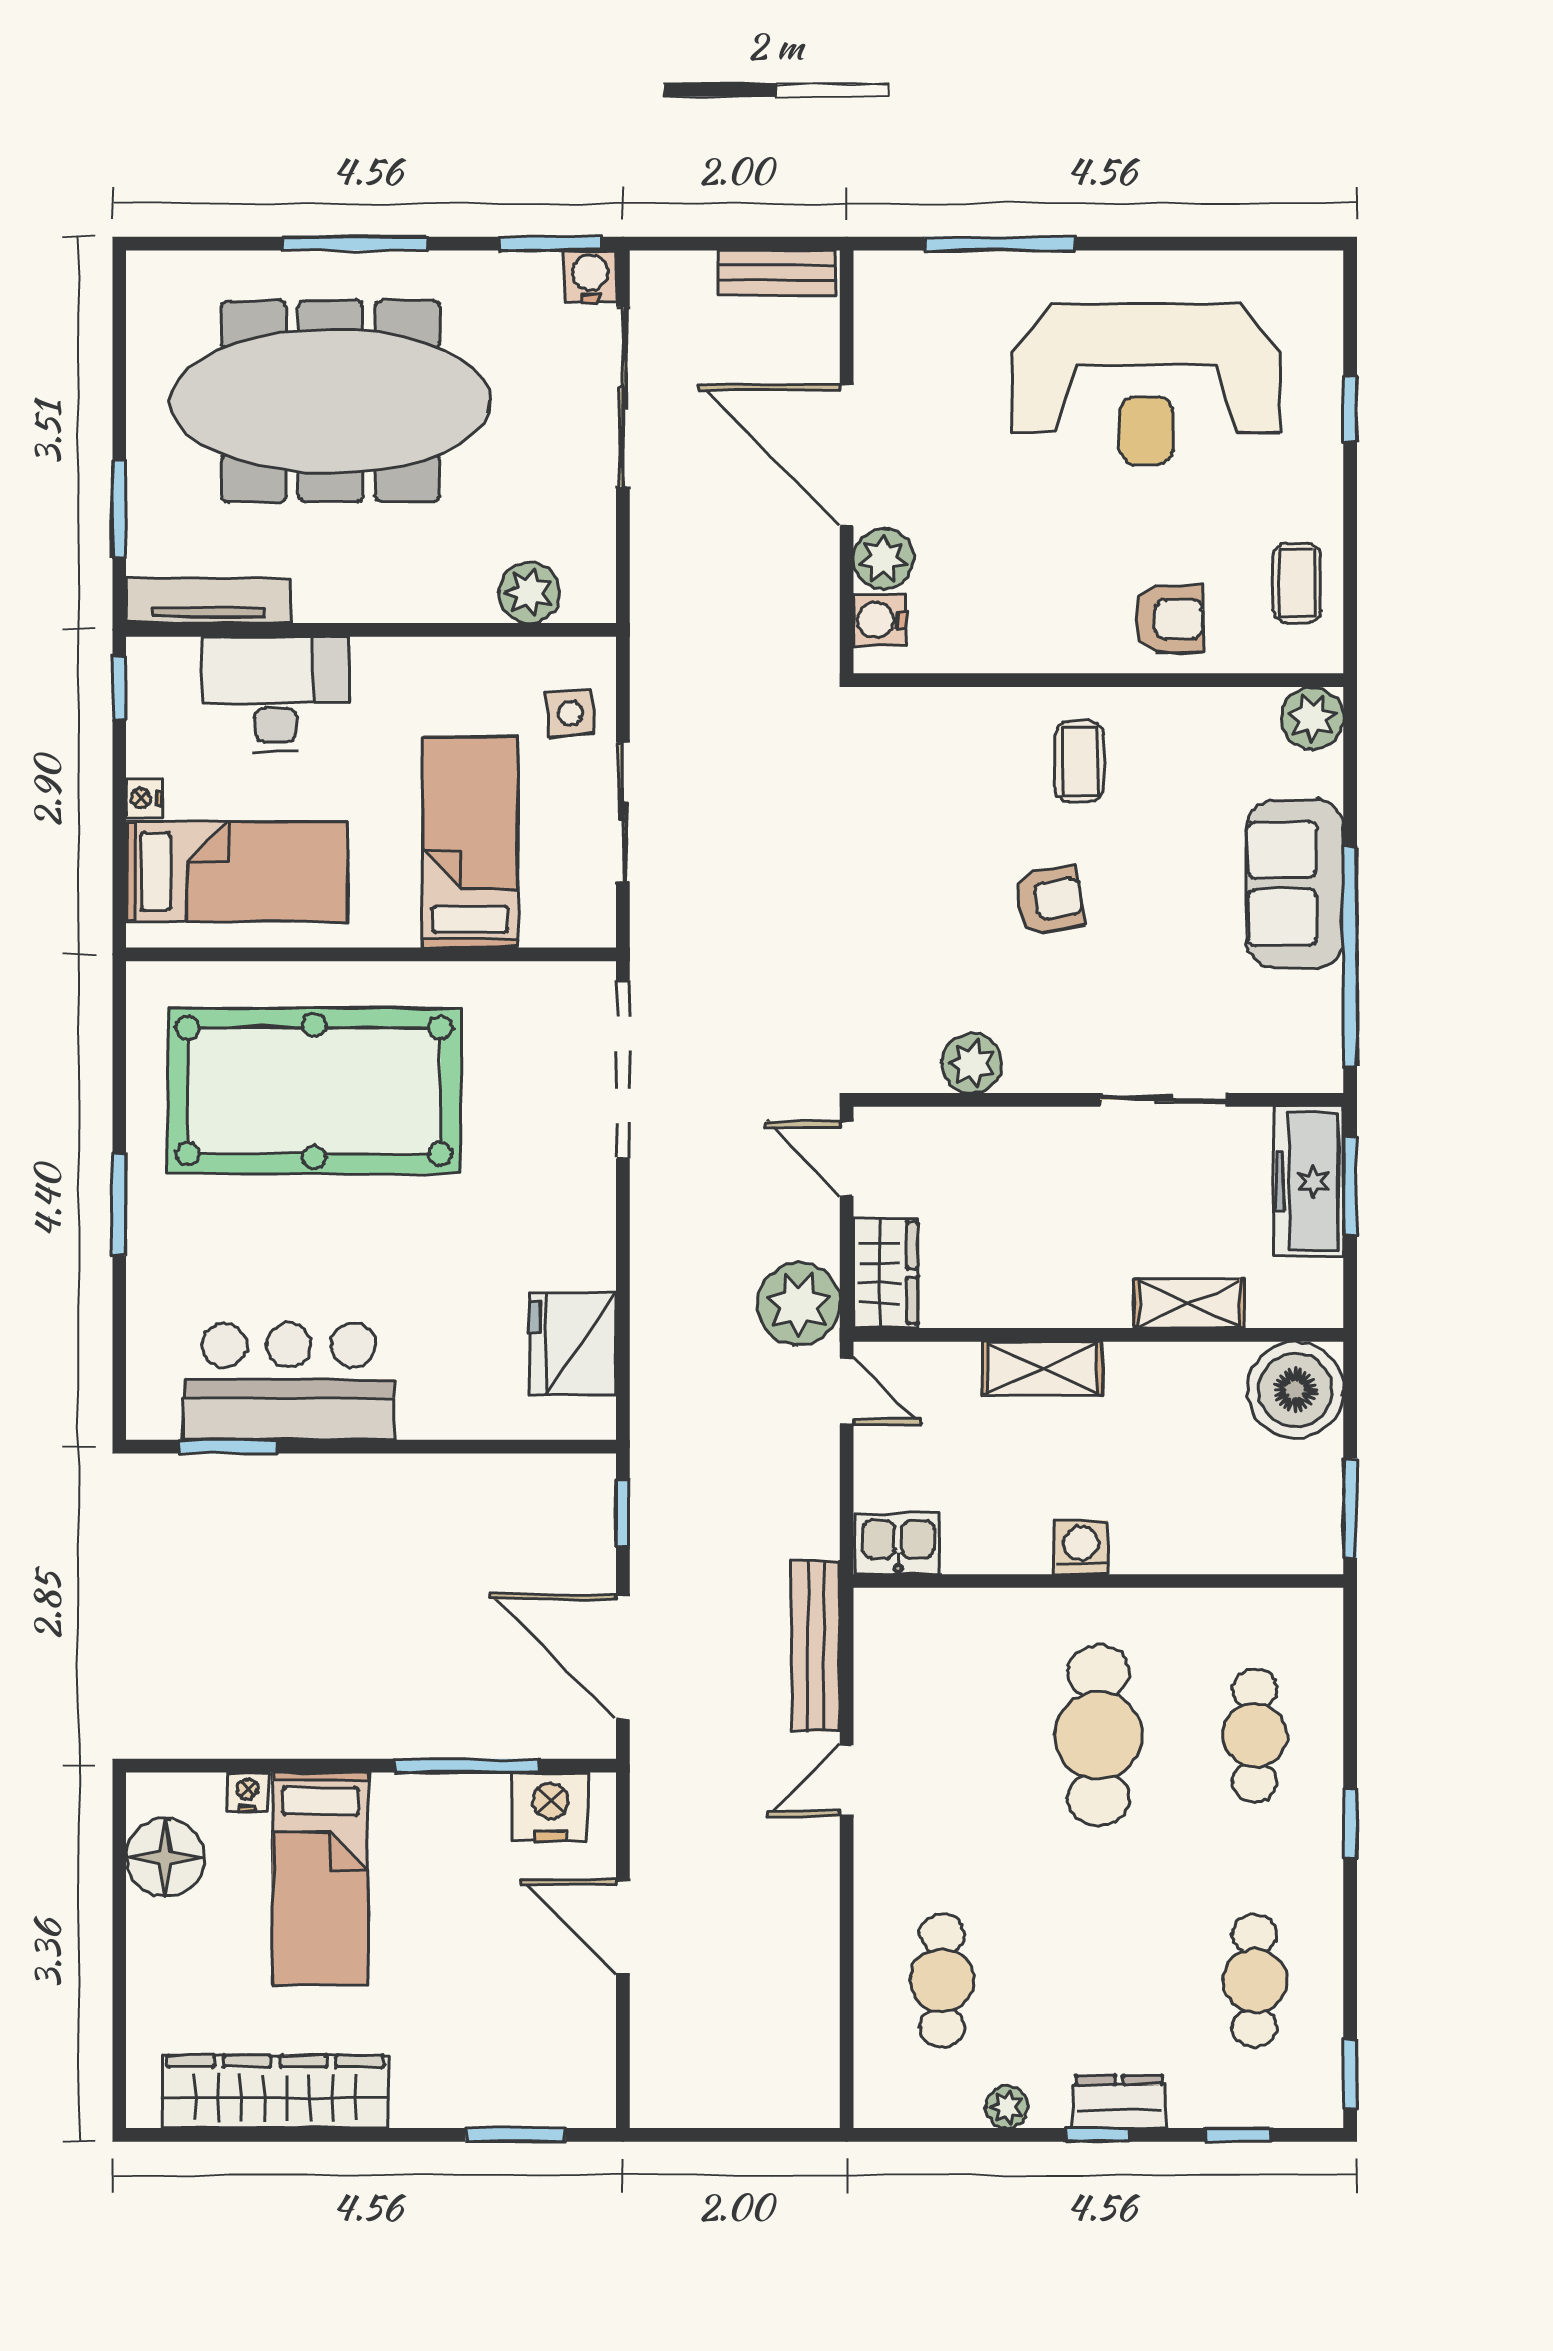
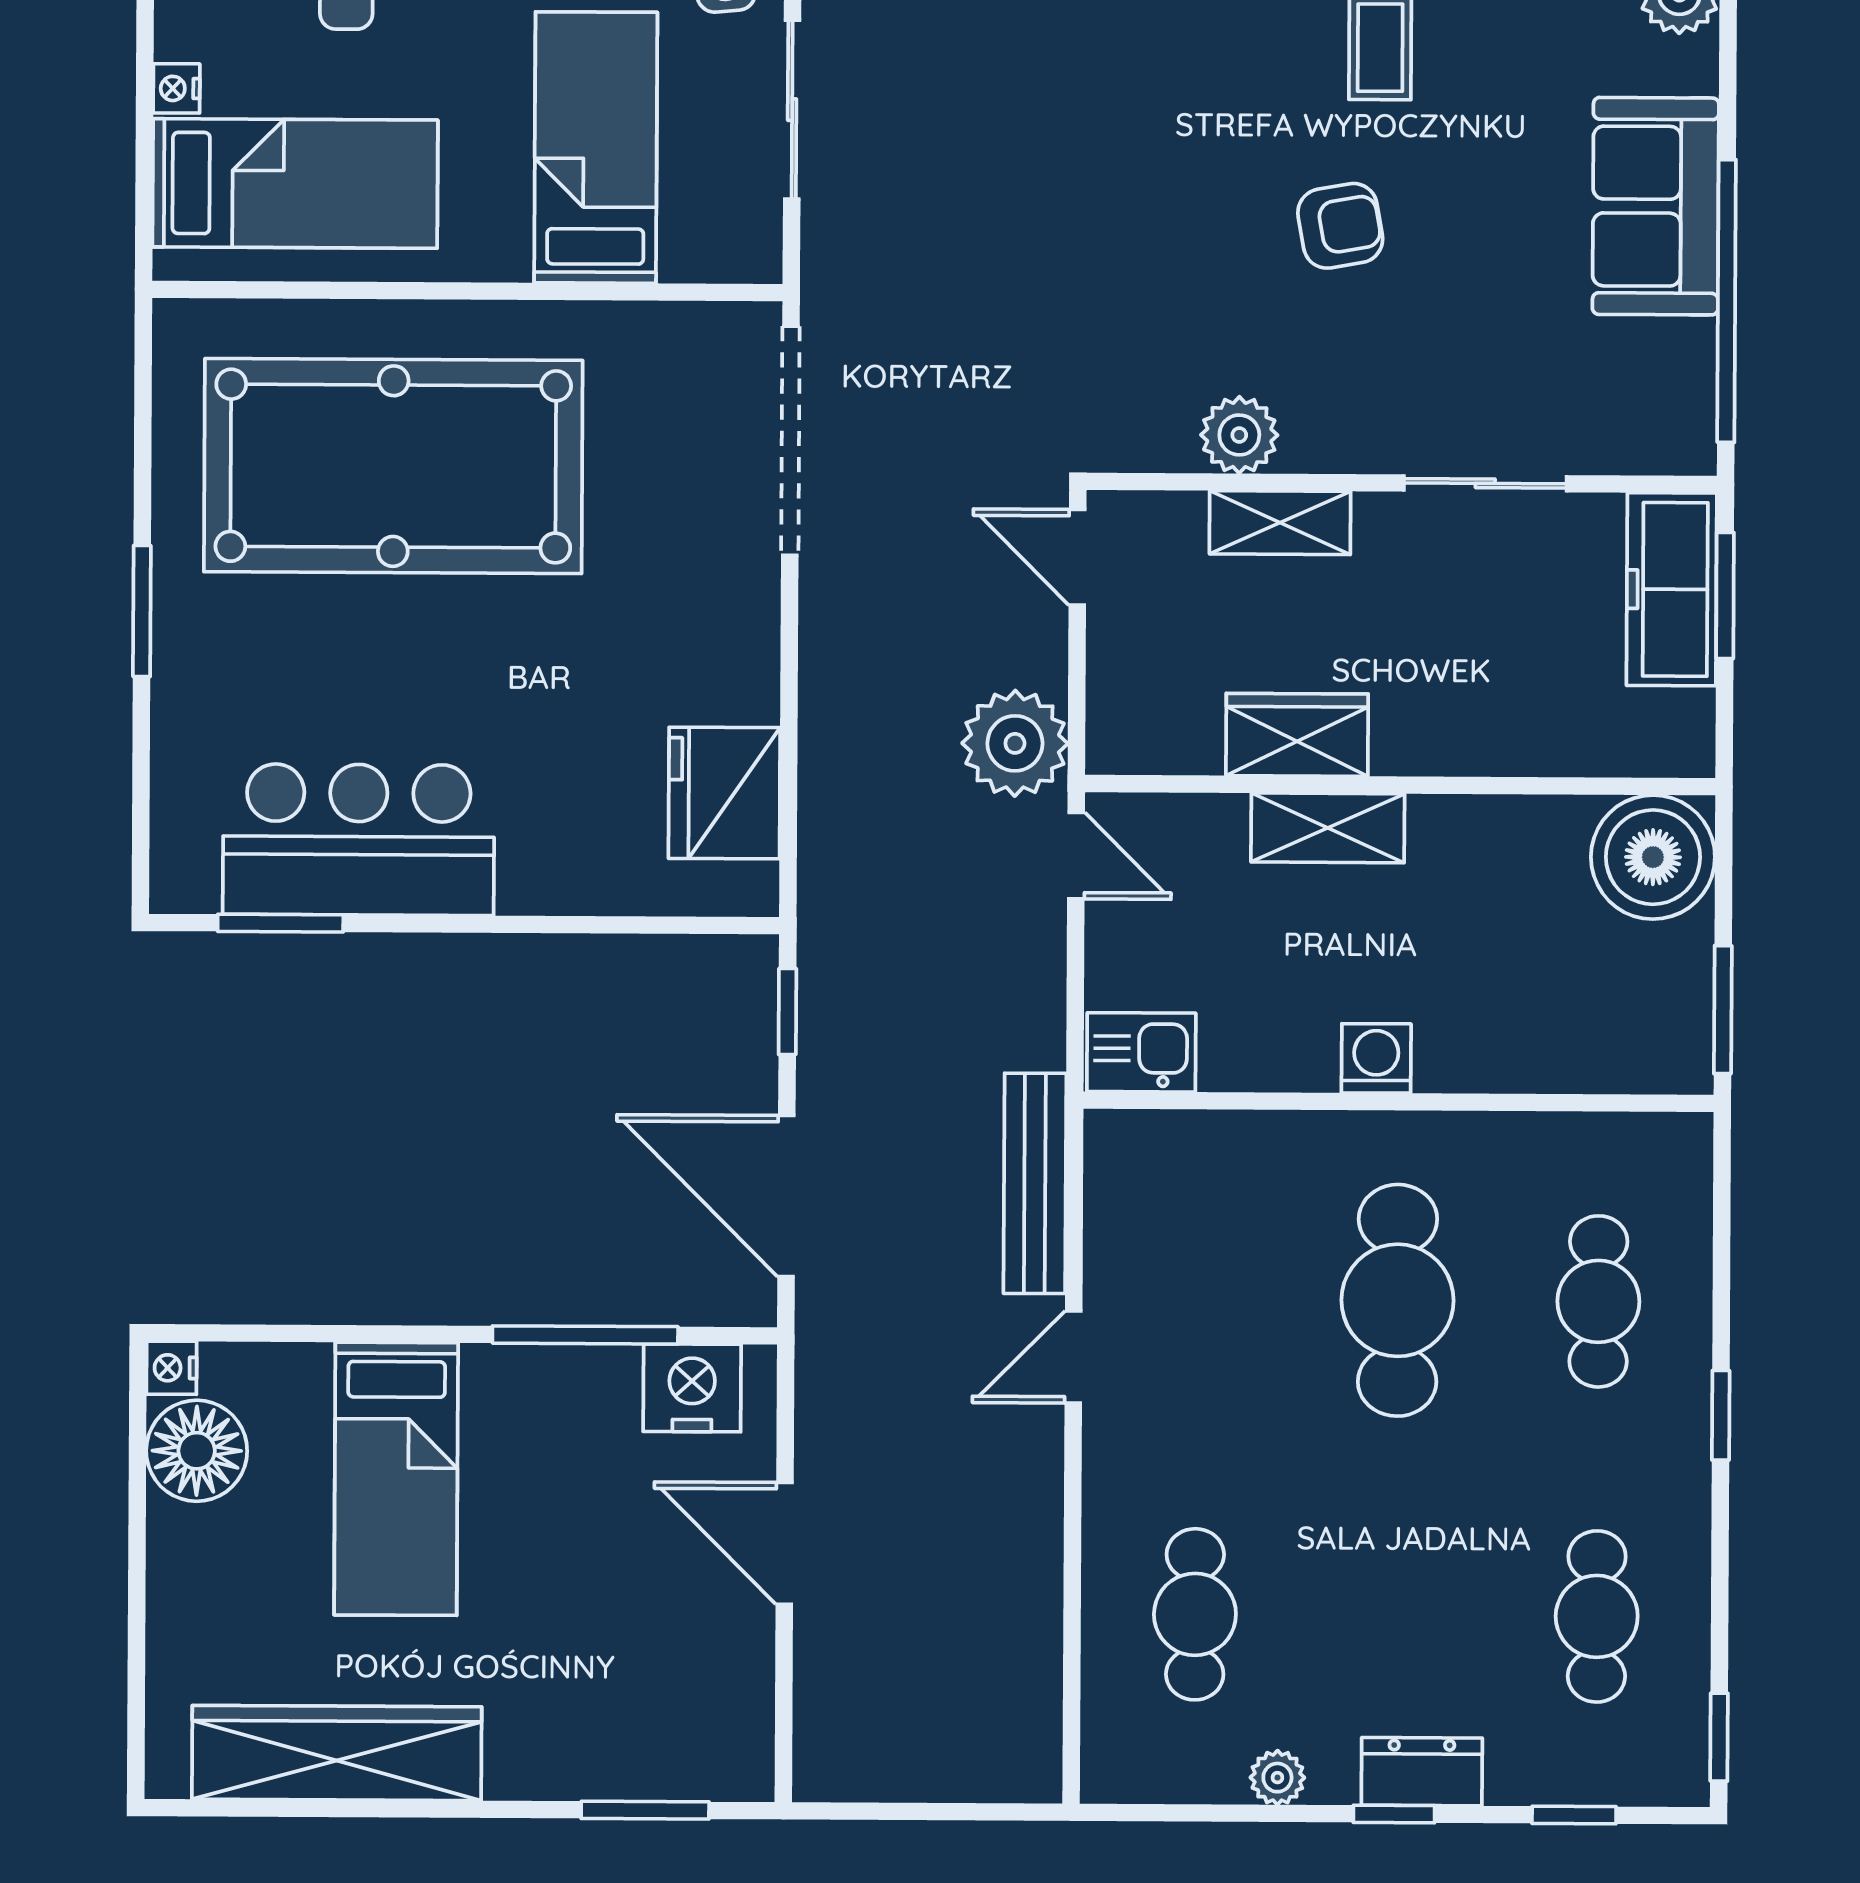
wardrobe: (885, 1273) -> (1297, 735), moved, turned -90
shelving: (1189, 1303) -> (1280, 523), moved
nightstand: (248, 1792) -> (172, 1368), moved, turned -90

